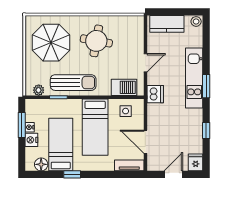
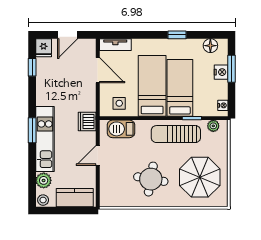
plant: (196, 40) -> (44, 180), added
window: (22, 125) -> (231, 69), moved
nightstand: (30, 127) -> (223, 105), moved
window: (206, 131) -> (32, 67), moved
bed: (61, 145) -> (180, 88), moved, turned 180

